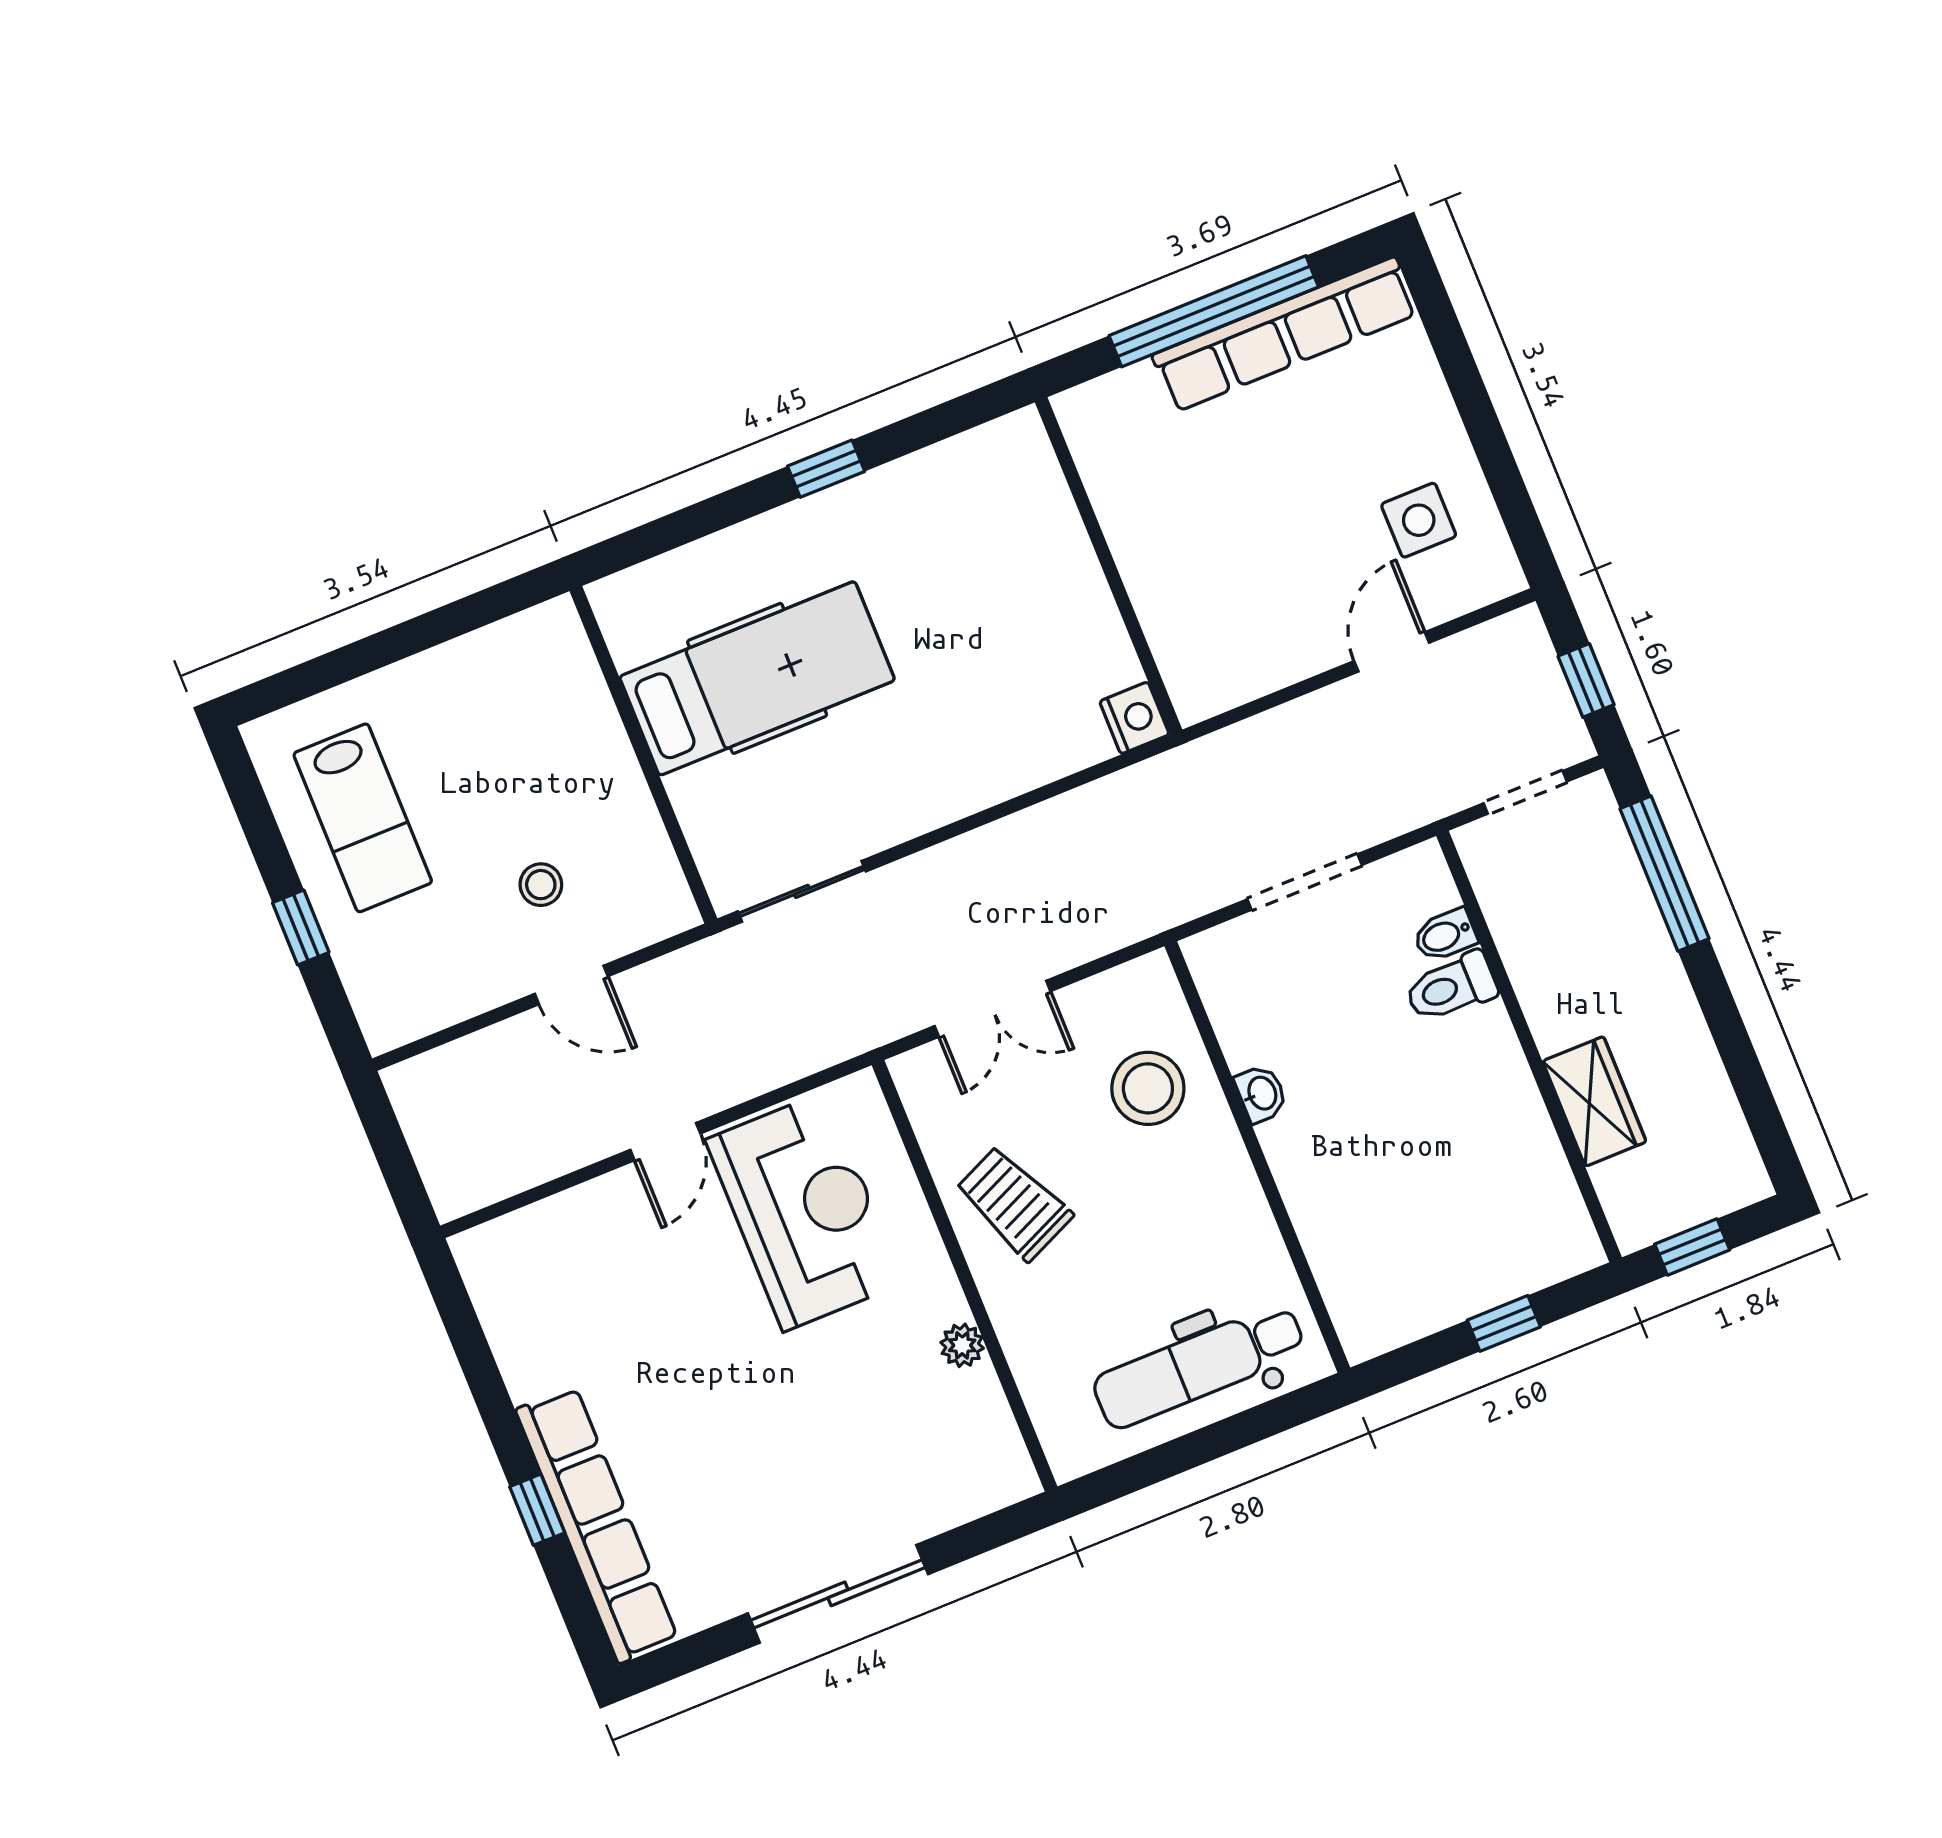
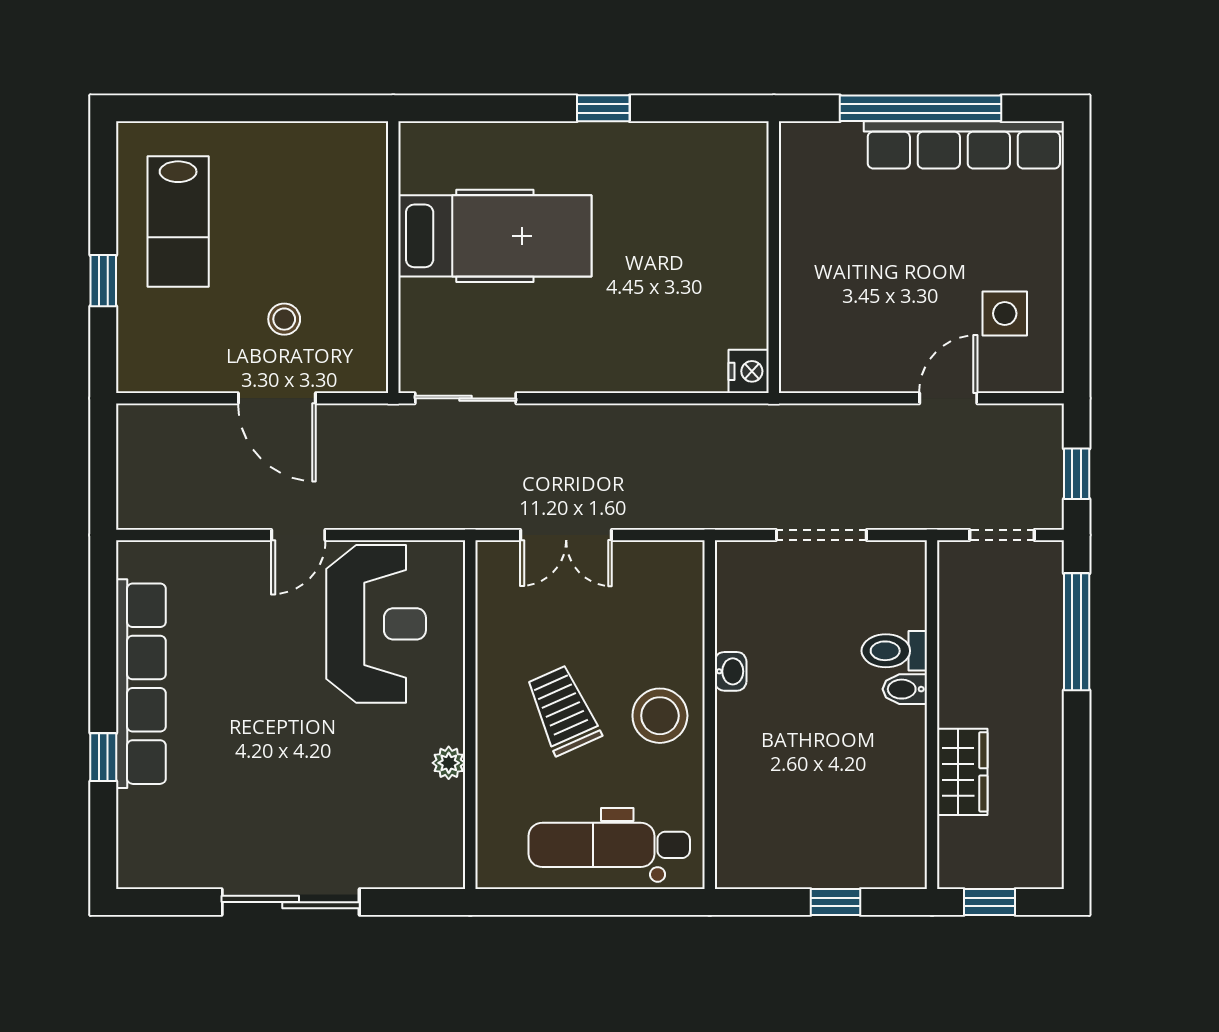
bidet: (1445, 935) -> (905, 689), moved
door: (571, 985) -> (277, 398), width x1.38
stool: (1148, 1088) -> (660, 716), moved
trolley: (1014, 1203) -> (563, 710), moved
row of seats: (597, 1525) -> (141, 684), moved

